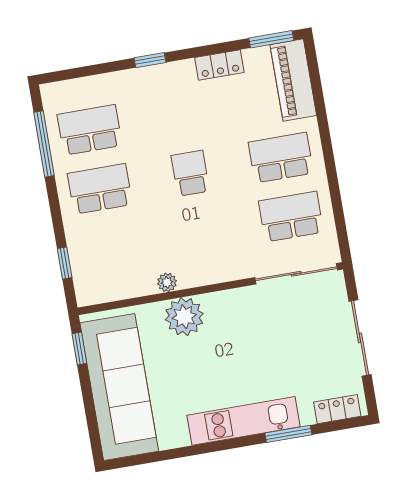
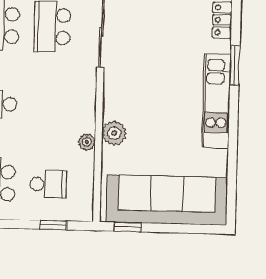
school desk: (110, 248) -> (48, 184), added
plant: (184, 317) -> (114, 133), width x0.73, depth x0.73

